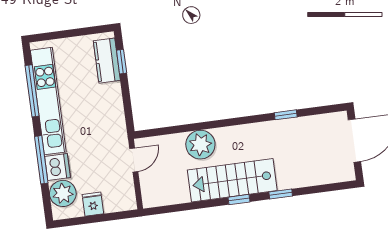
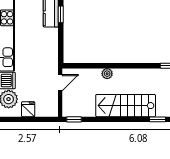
plant: (200, 145) -> (107, 74), width x0.53, depth x0.53
window: (239, 200) -> (74, 119), moved

